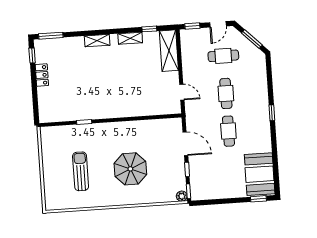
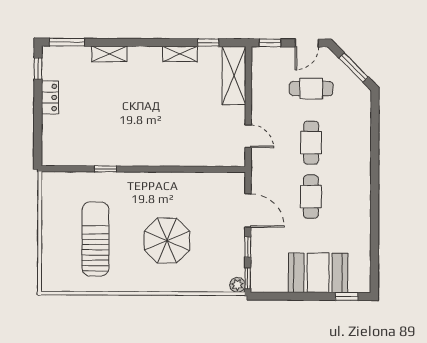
shelving: (97, 41) -> (109, 54), moved
window: (272, 113) -> (375, 175), removed
sun lounger: (81, 171) -> (95, 239), width x1.36, depth x1.34
booth: (260, 174) -> (318, 273), moved, turned 90

